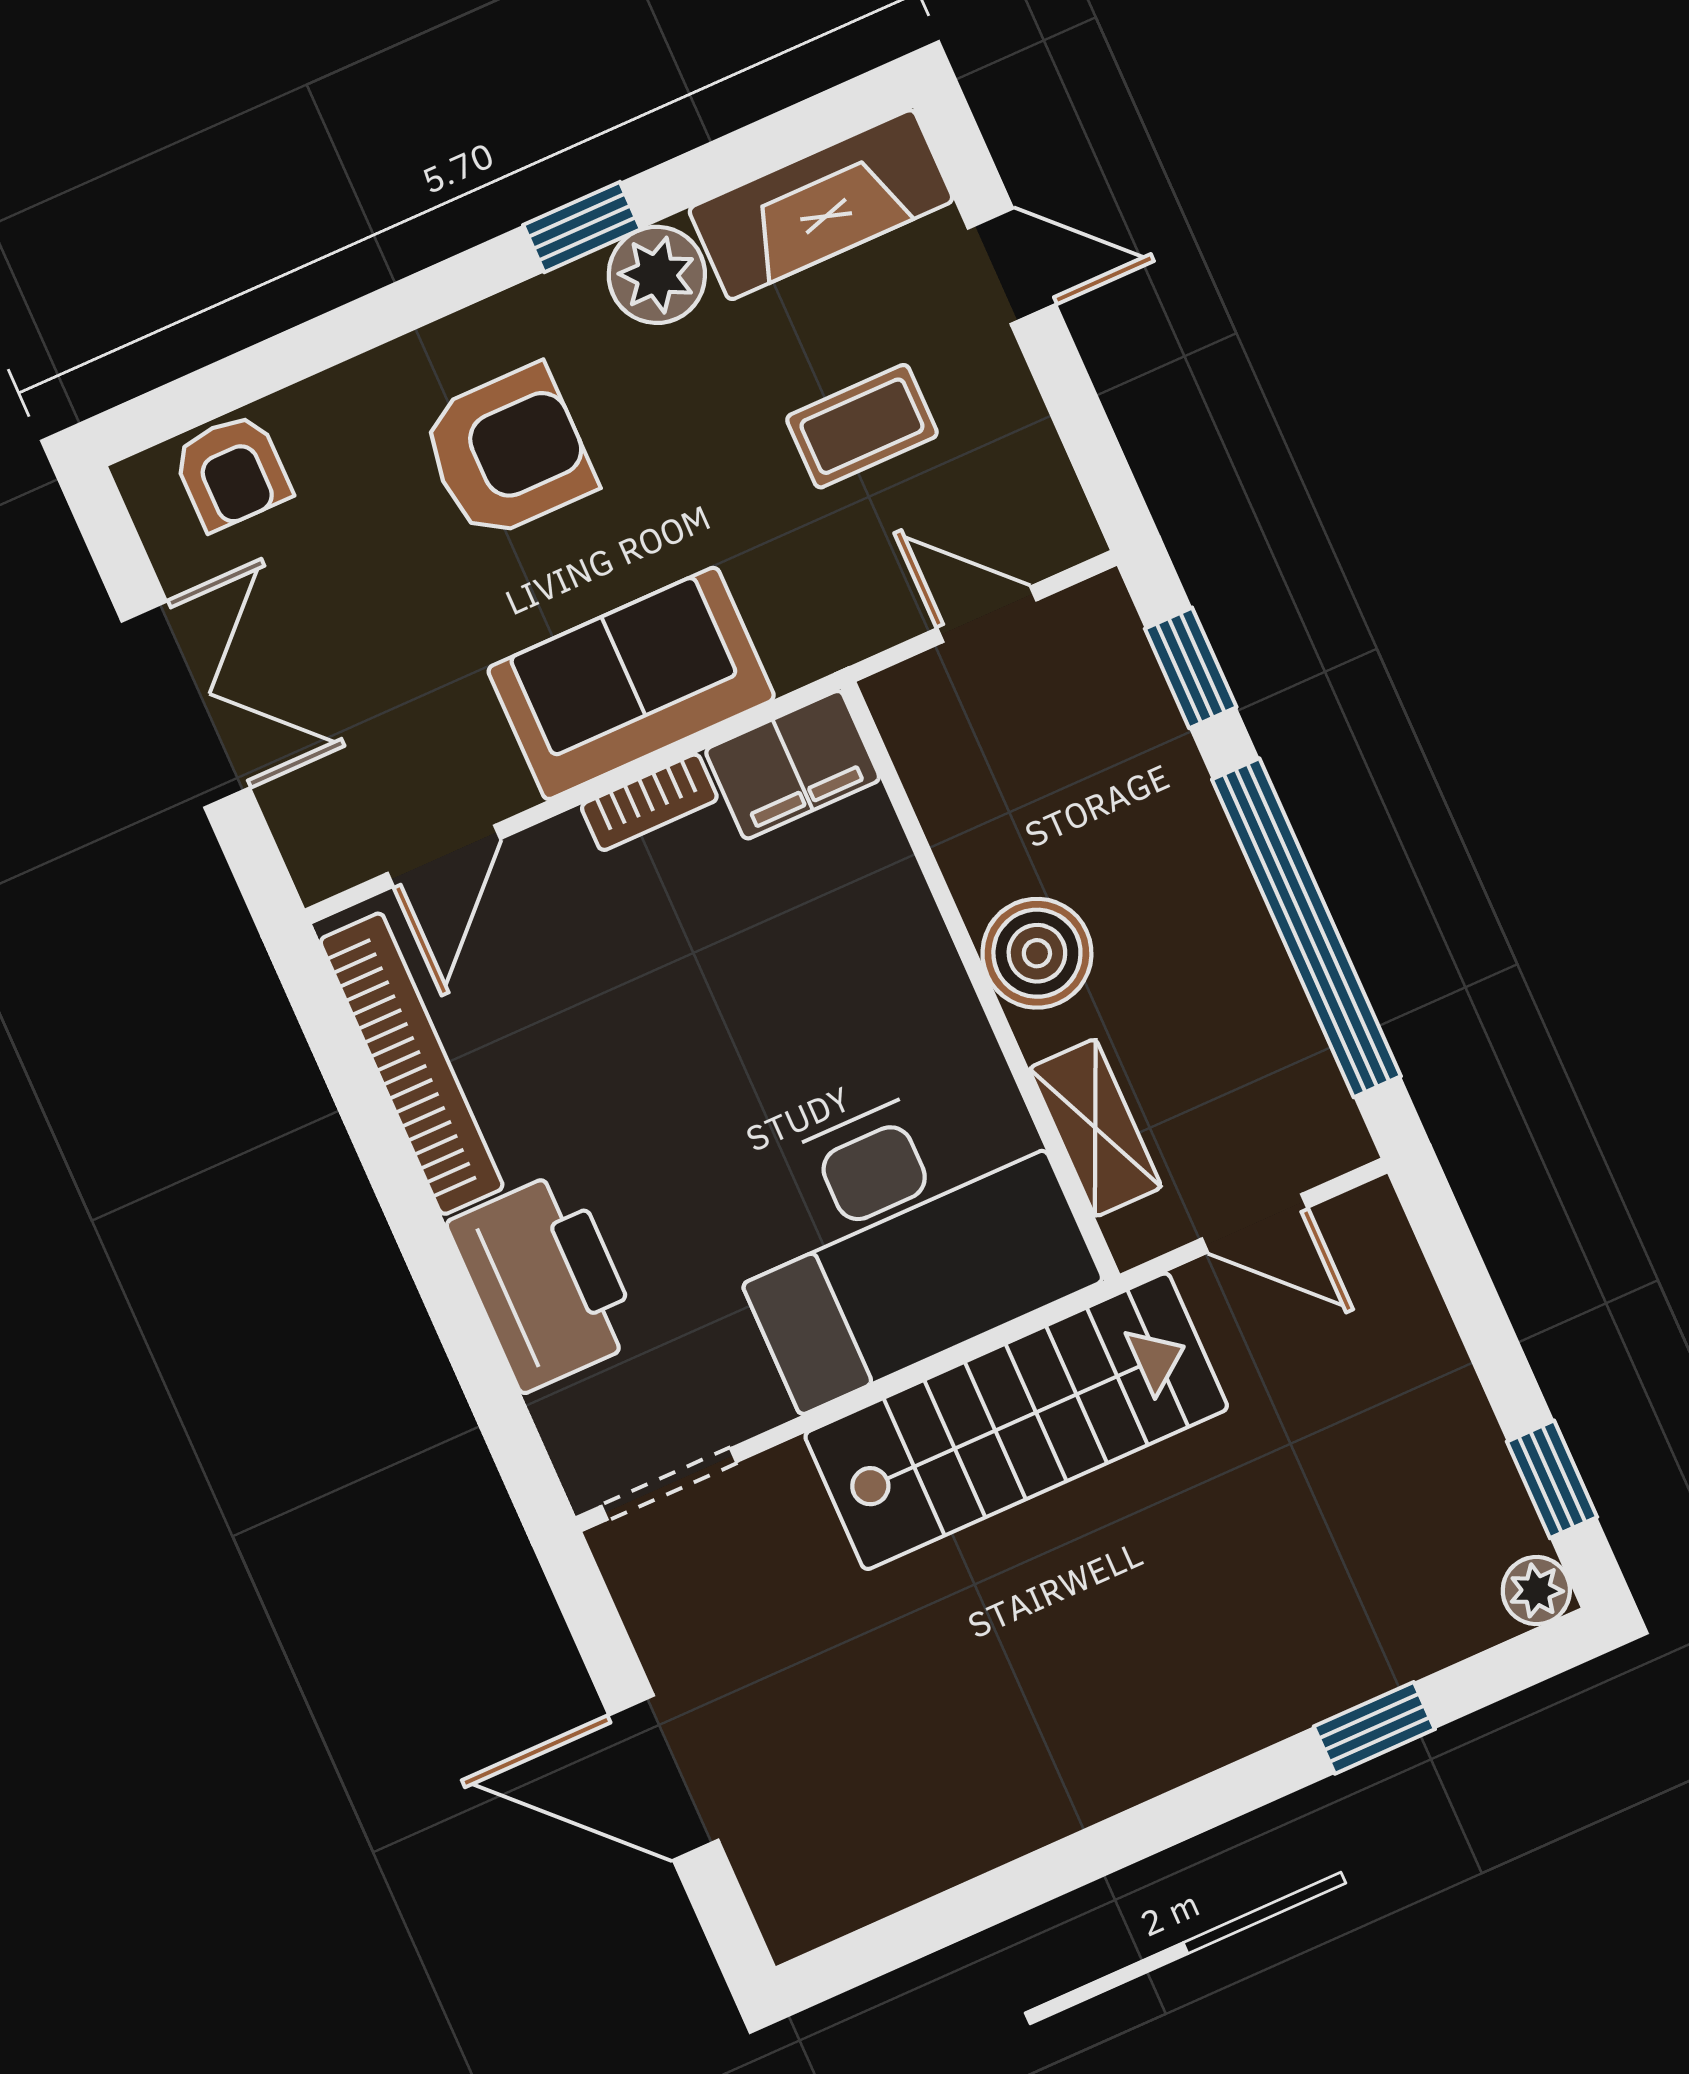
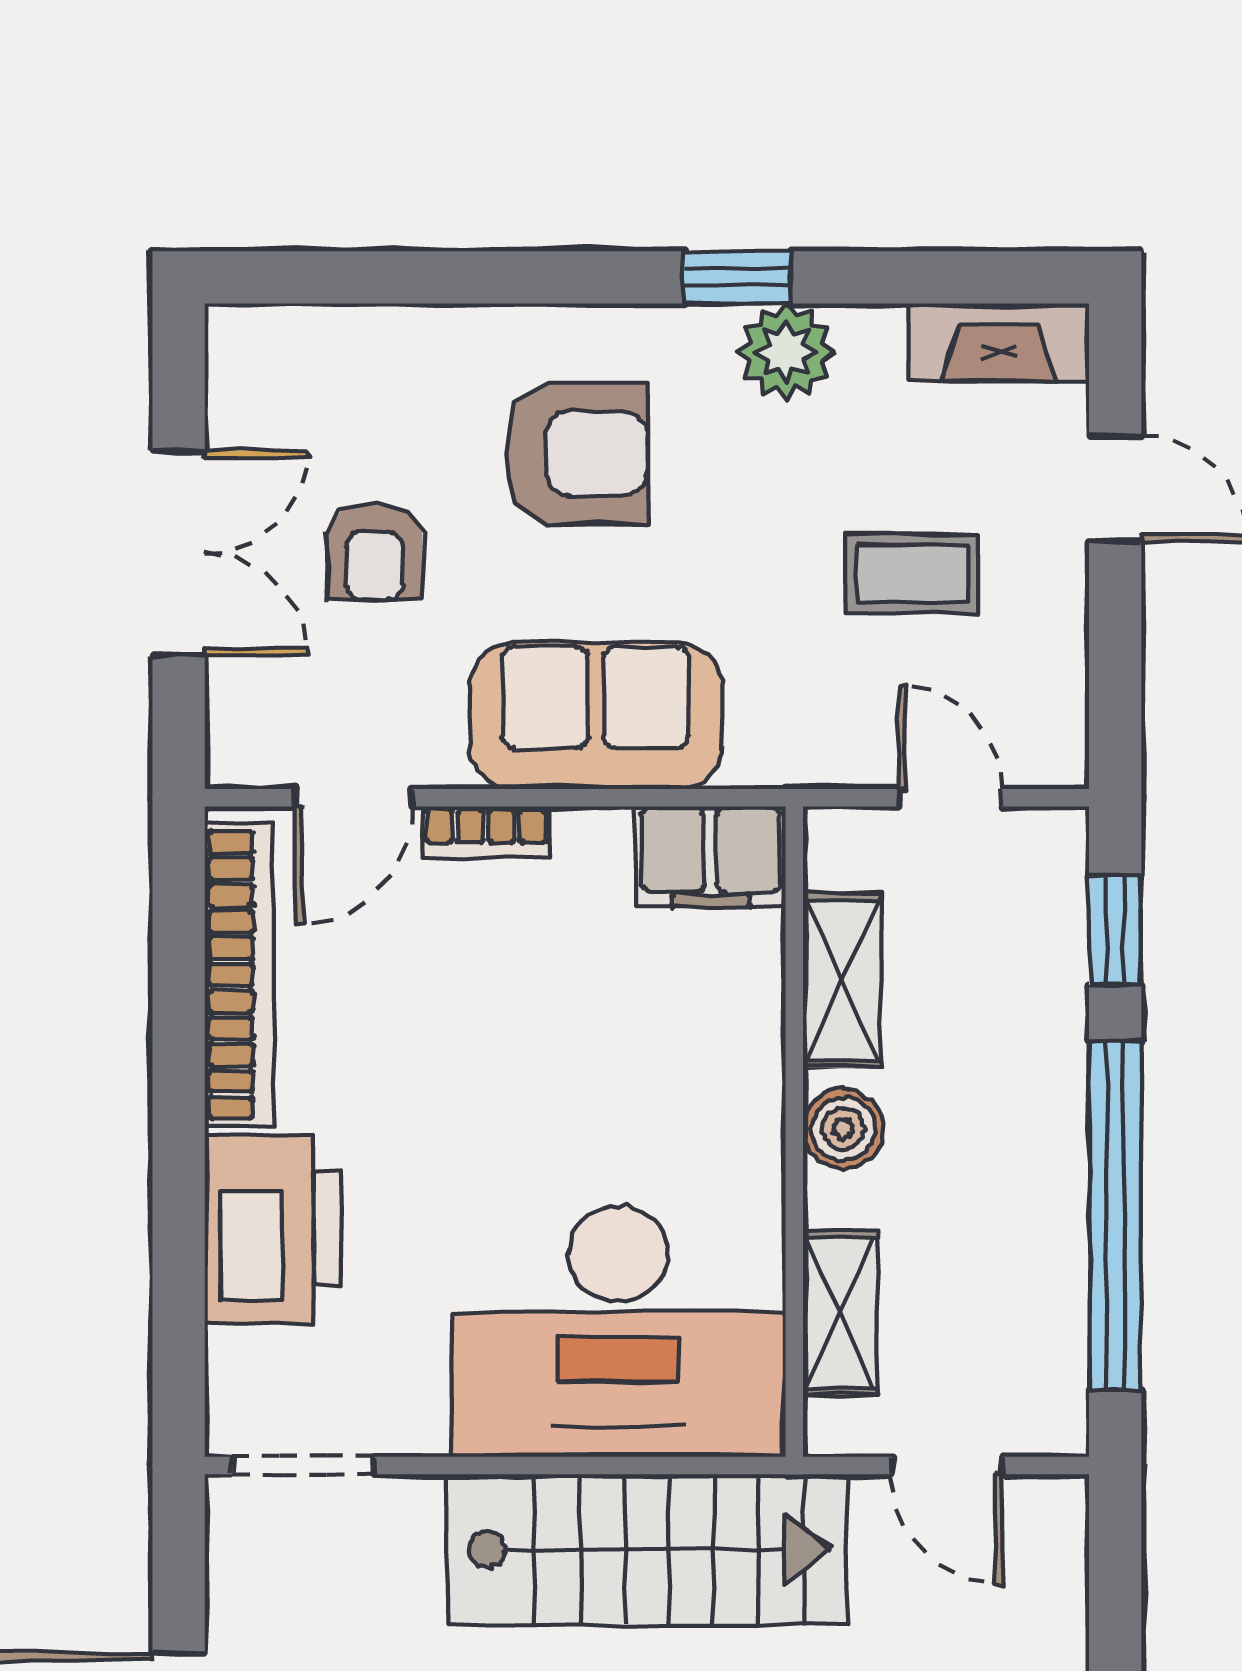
fireplace: (821, 205) -> (999, 342), width x0.73, depth x0.76
armchair: (232, 472) -> (375, 552), moved
bookcase: (649, 802) -> (486, 832), moved
shelving: (963, 824) -> (842, 980), added
boiler: (1037, 953) -> (843, 1129), width x0.73, depth x0.73

